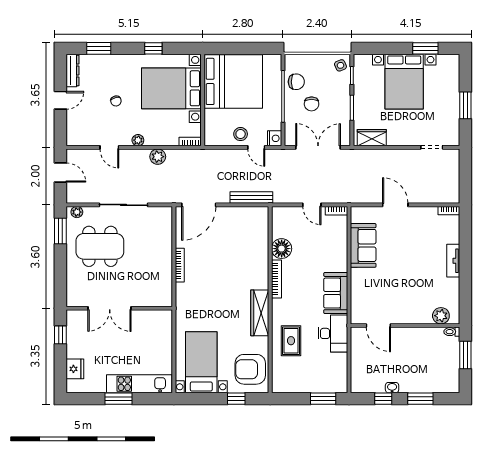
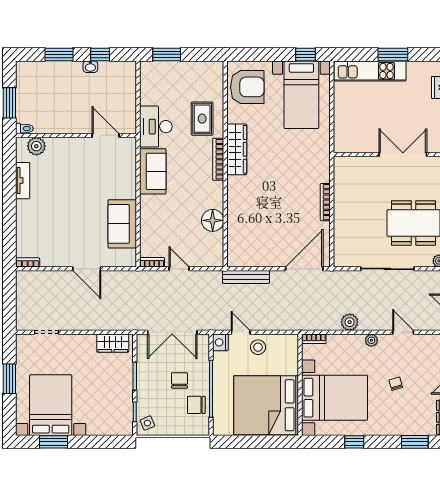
bed with nightstands: (404, 82) -> (51, 405), moved
tv unit: (453, 261) -> (23, 181), moved
bookcase: (276, 279) -> (218, 159), moved
window: (236, 399) -> (305, 54), moved

